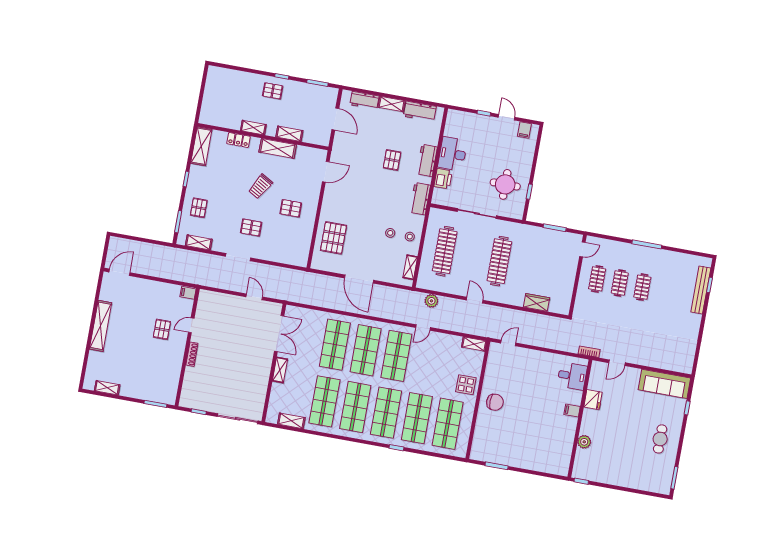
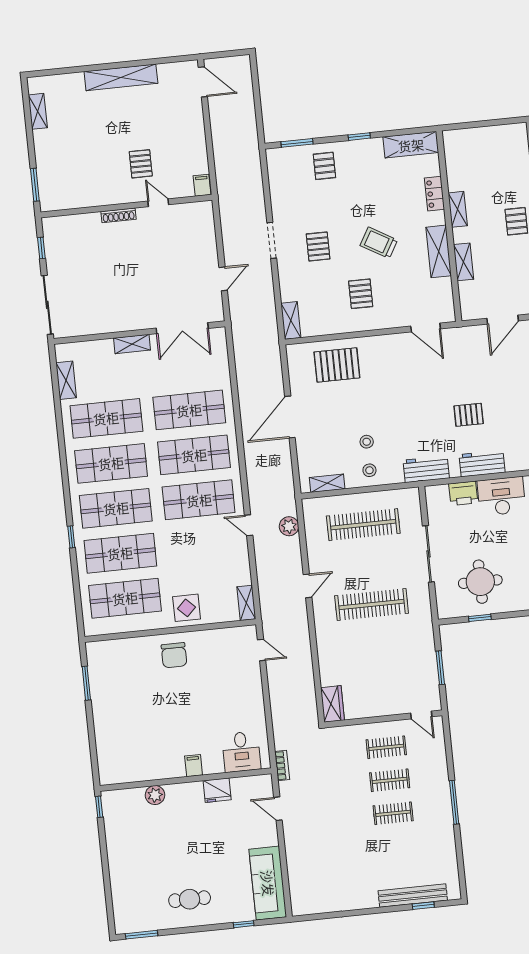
pallet: (199, 208) -> (324, 166), turned 90
shelving: (199, 242) -> (291, 320), moved
wardrobe: (537, 302) -> (332, 704), moved
pallet: (162, 329) -> (141, 164), turned 90

